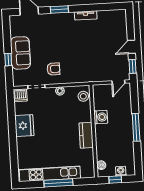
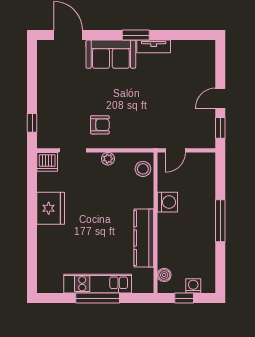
window: (59, 10) -> (136, 35), moved
sofa: (20, 53) -> (111, 54), moved, turned 90
window: (8, 60) -> (32, 123), moved
door: (118, 82) -> (175, 150), moved
kitchen counter: (86, 135) -> (144, 238), width x1.50
kitchen unit: (50, 174) -> (98, 284), width x0.73

